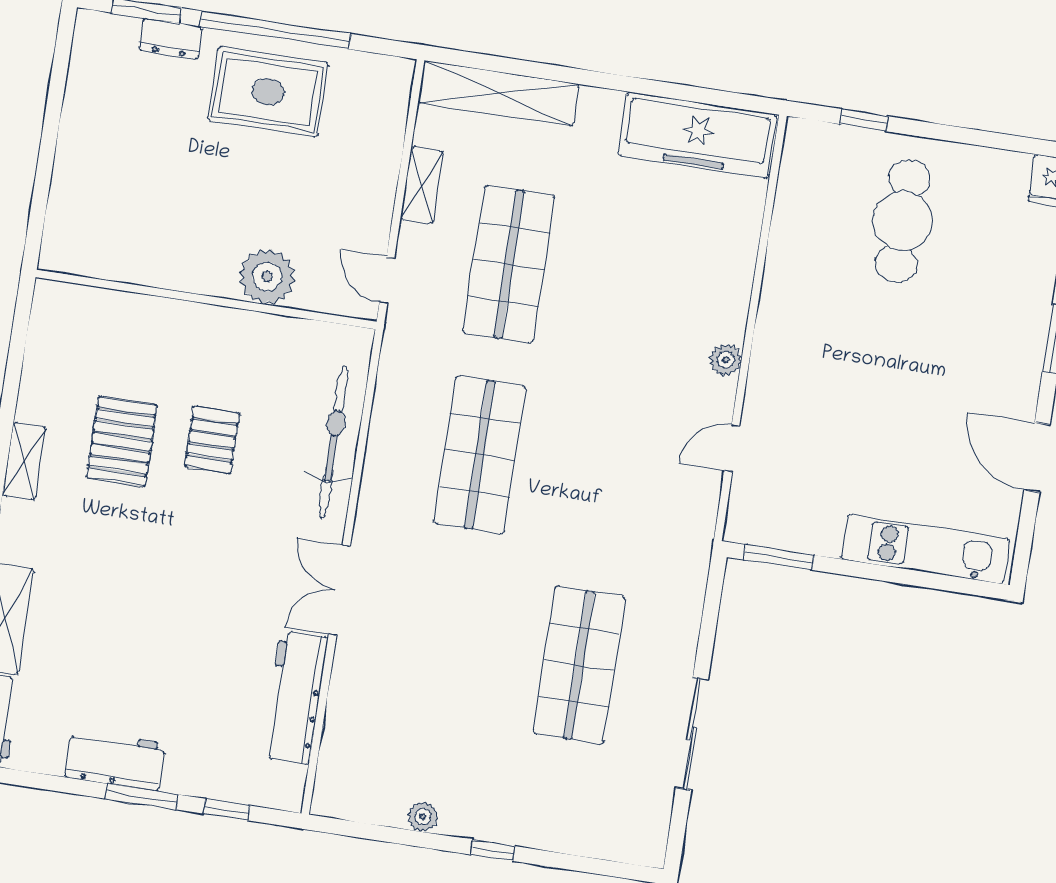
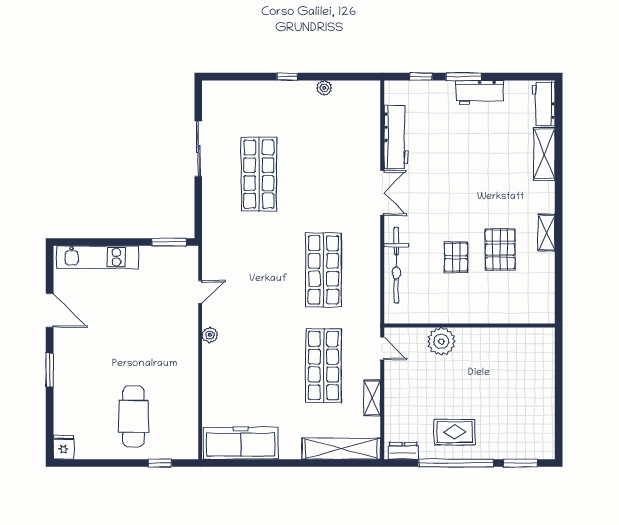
dresser: (171, 39) -> (403, 451), moved
rug: (268, 92) -> (455, 432), width x0.73, depth x0.70

